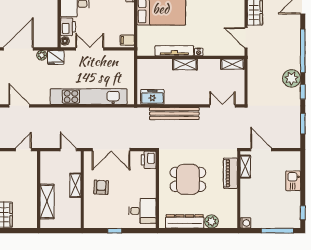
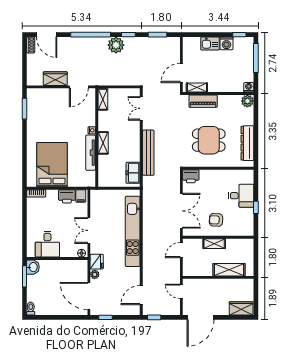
printer: (68, 27) -> (67, 196), moved, turned 180
dining table: (188, 179) -> (209, 140), turned 90
washing machine: (293, 199) -> (226, 43), added
desk: (142, 211) -> (241, 196), moved, turned 90
plant: (212, 222) -> (247, 101), moved

